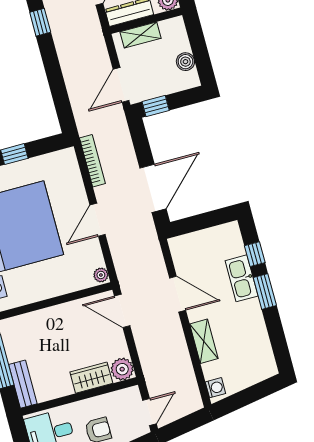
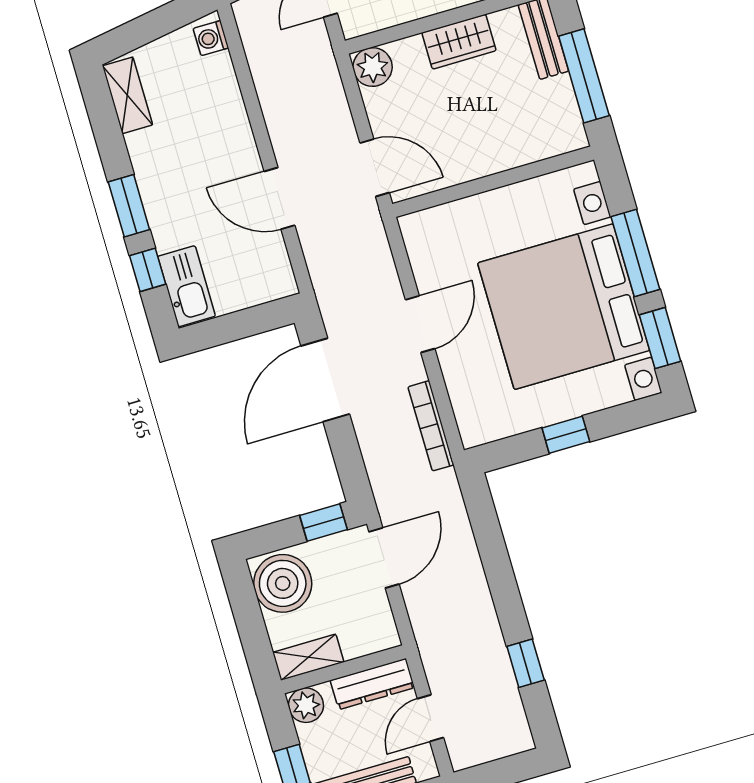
shelving: (140, 35) -> (308, 657), moved
boiler: (185, 62) -> (283, 583), width x1.86, depth x1.86
plant: (101, 275) -> (412, 229), removed
kitchen sink: (242, 278) -> (187, 286), moved
shelving: (204, 341) -> (127, 95), moved
wardrobe: (91, 378) -> (459, 42), moved

